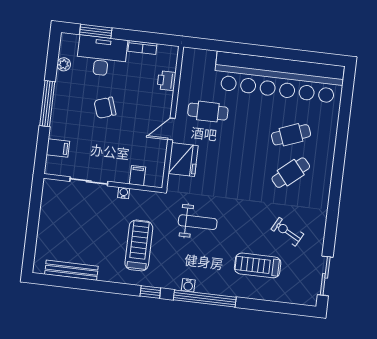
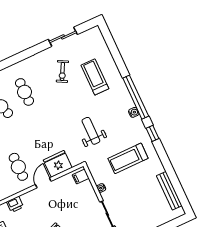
door: (171, 129) -> (43, 183), swing flipped
cafe table: (291, 173) -> (25, 92), turned 40
filing cabinet: (137, 176) -> (81, 177), moved
treadmill: (258, 265) -> (95, 77), turned 180
sliding door: (325, 276) -> (63, 37), moved

